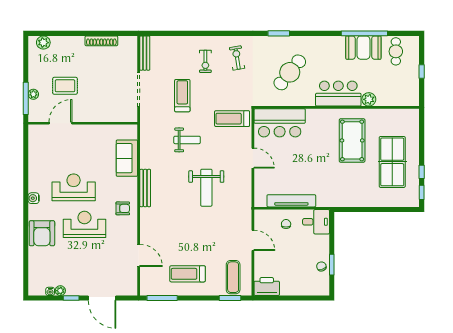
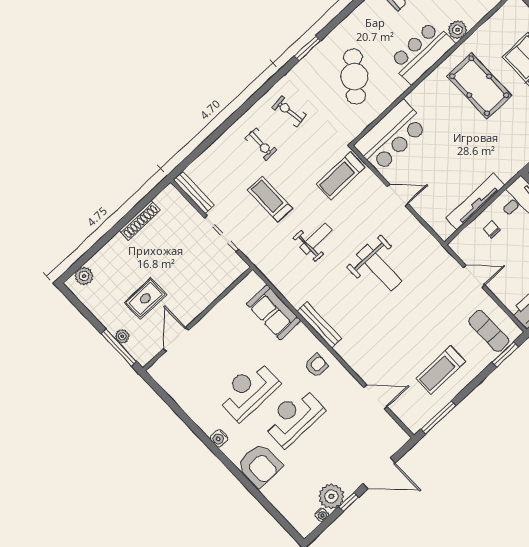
plant: (60, 291) -> (331, 496), width x1.88, depth x1.88

